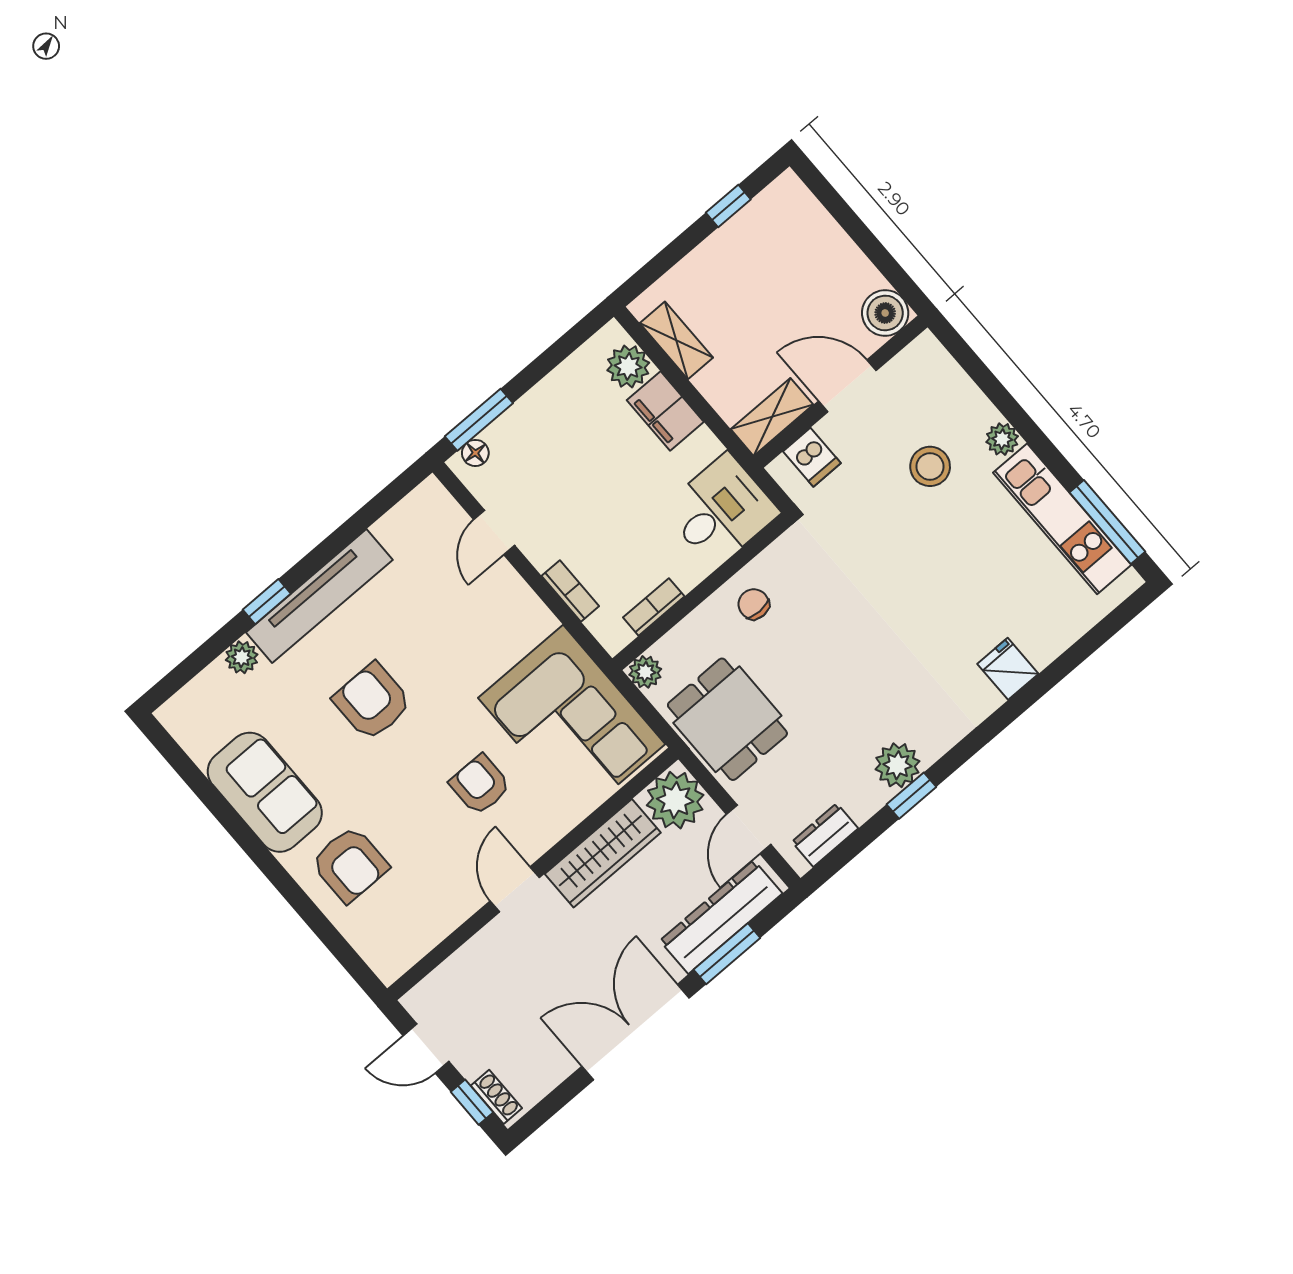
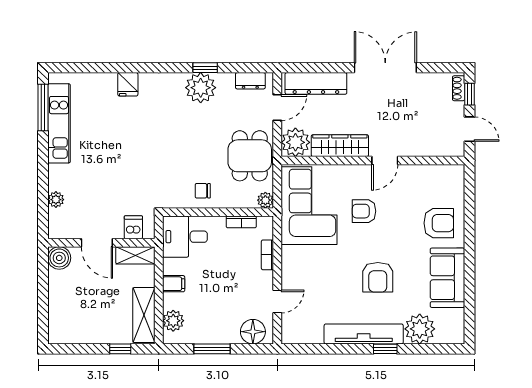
window: (728, 206) -> (120, 349), moved
shelving: (676, 340) -> (144, 315), width x1.50, depth x1.33
filing cabinet: (665, 411) -> (174, 284), width x0.50
window: (479, 420) -> (212, 349), moved
plant: (1002, 439) -> (56, 200), moved
floor lamp: (475, 453) -> (253, 332), width x1.89, depth x1.89
stool: (930, 466) -> (92, 186), removed
chair: (754, 604) -> (203, 191), turned 90
plant: (242, 657) -> (420, 329), width x1.87, depth x1.87
plant: (897, 765) -> (201, 88), width x1.36, depth x1.36
armchair: (480, 785) -> (364, 211), turned 90
armchair: (350, 864) -> (439, 223), turned 90
window: (727, 954) -> (326, 68), removed
double door: (635, 1032) -> (385, 68), swing flipped

